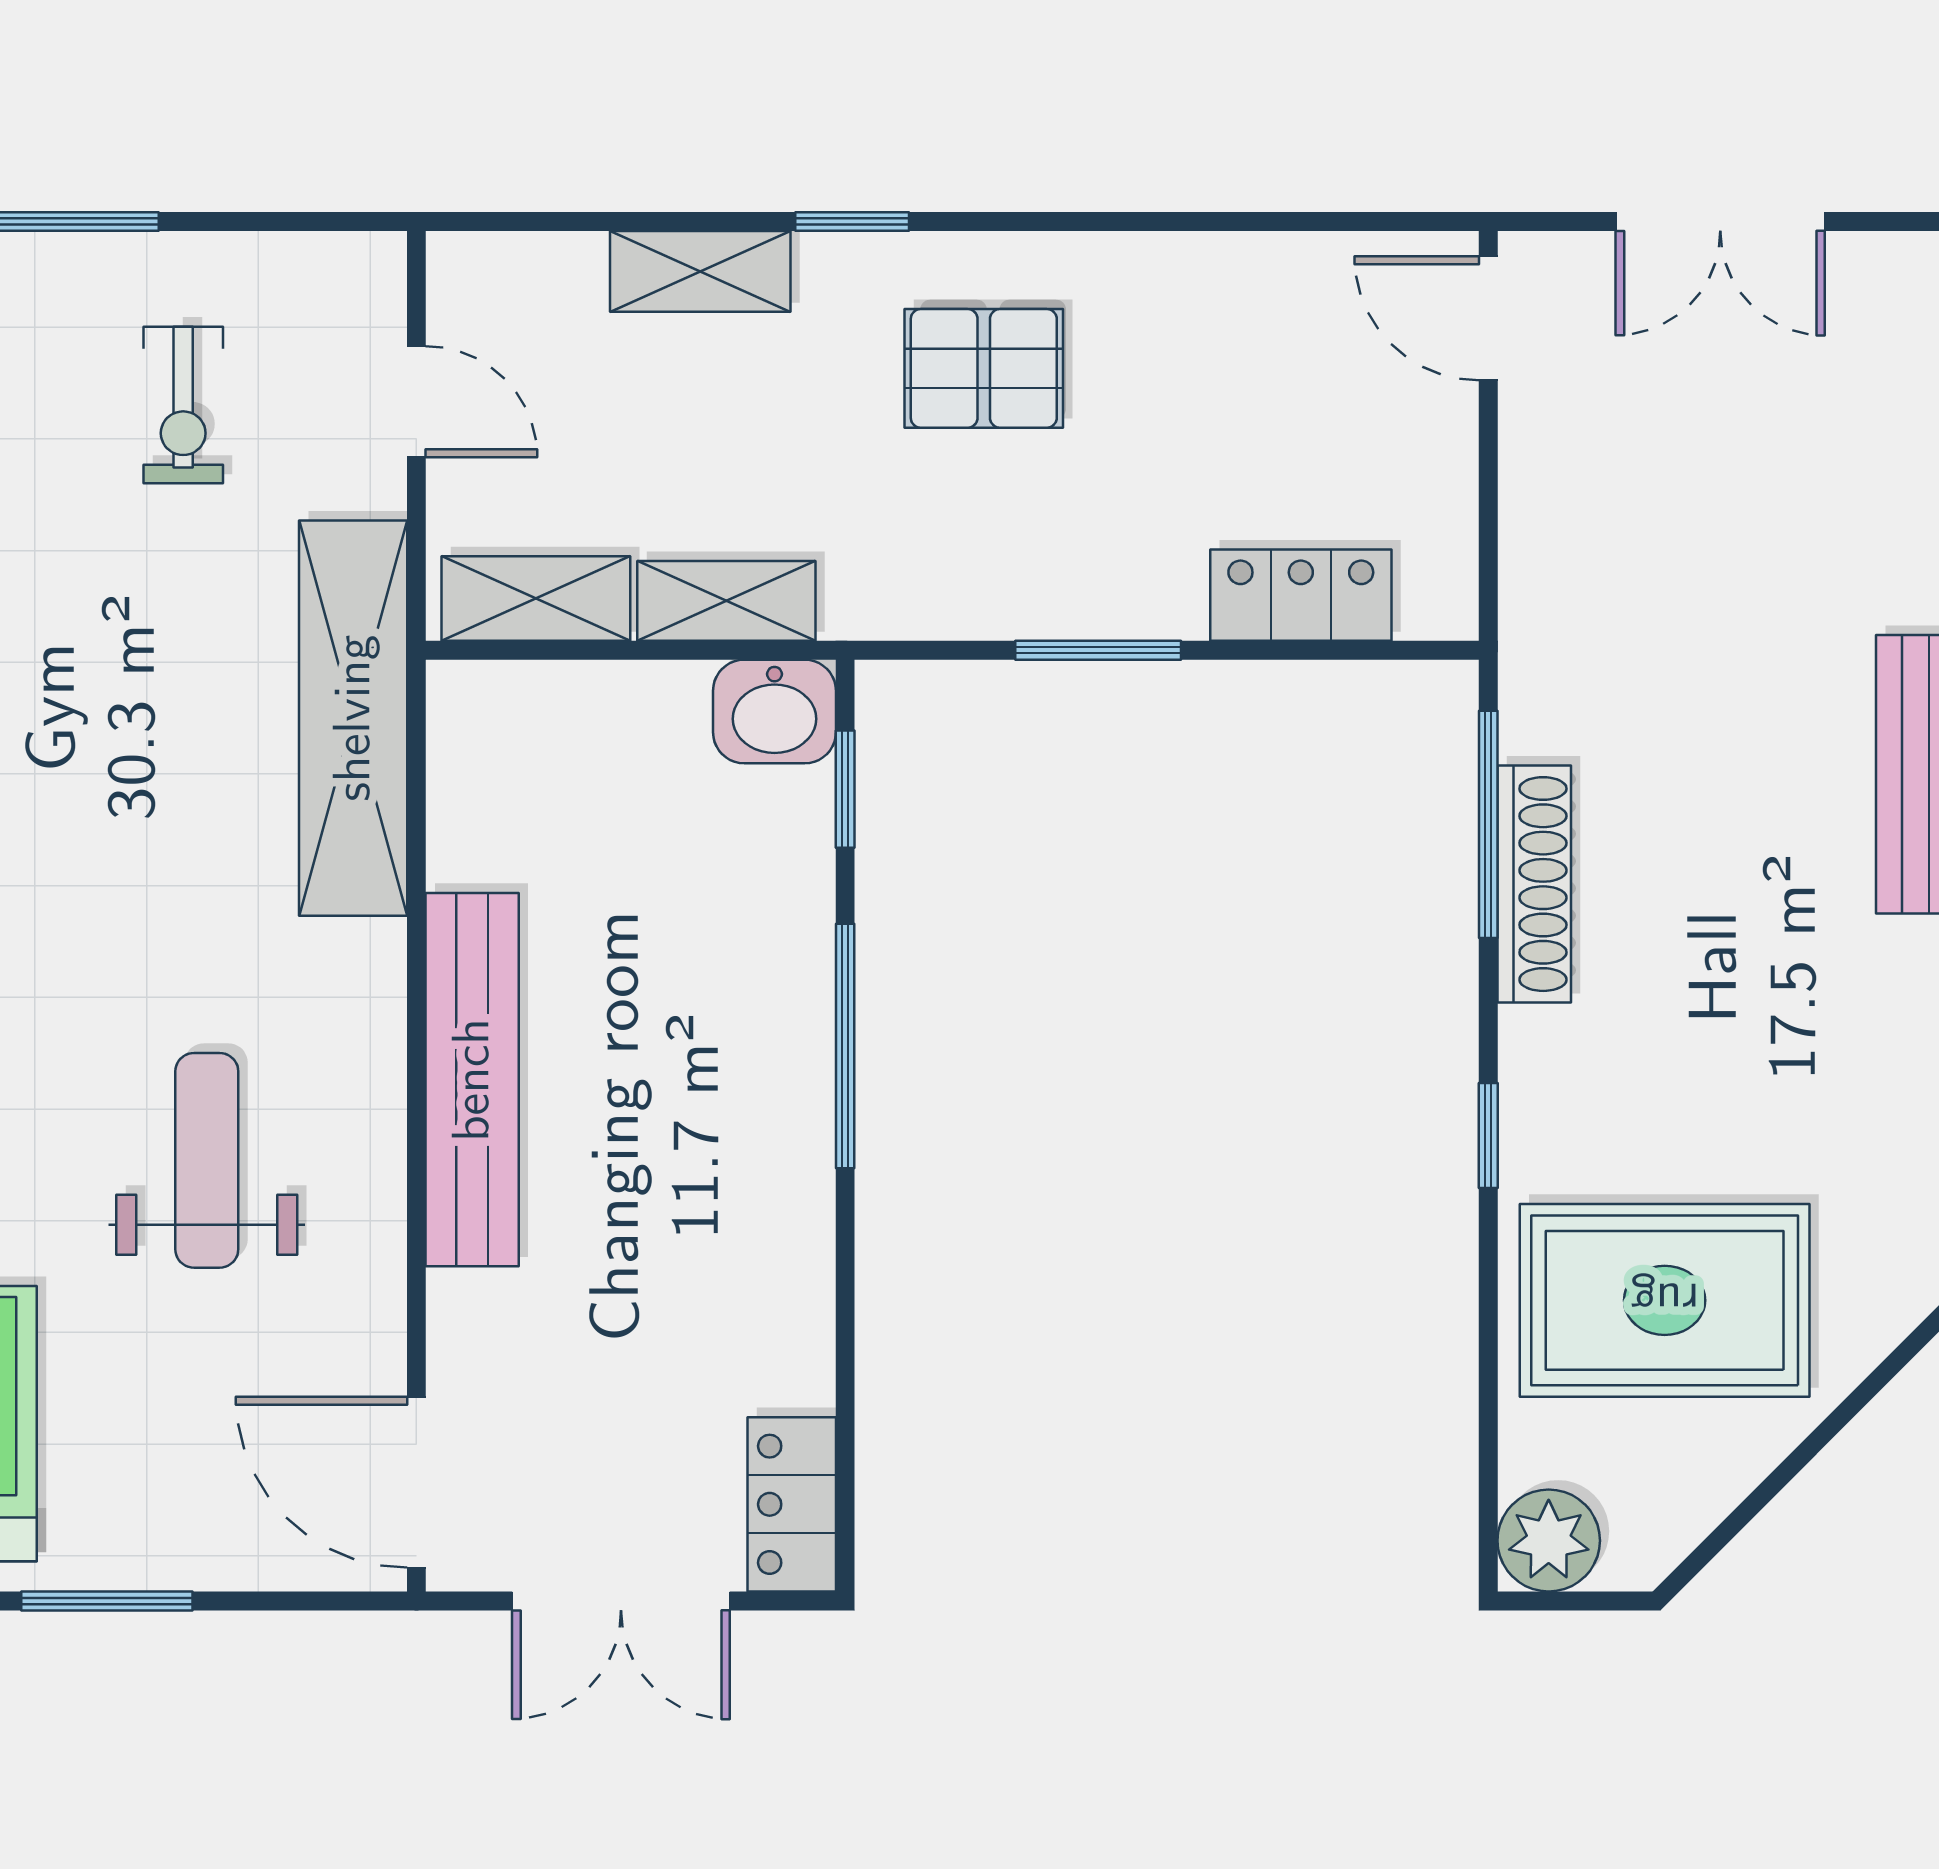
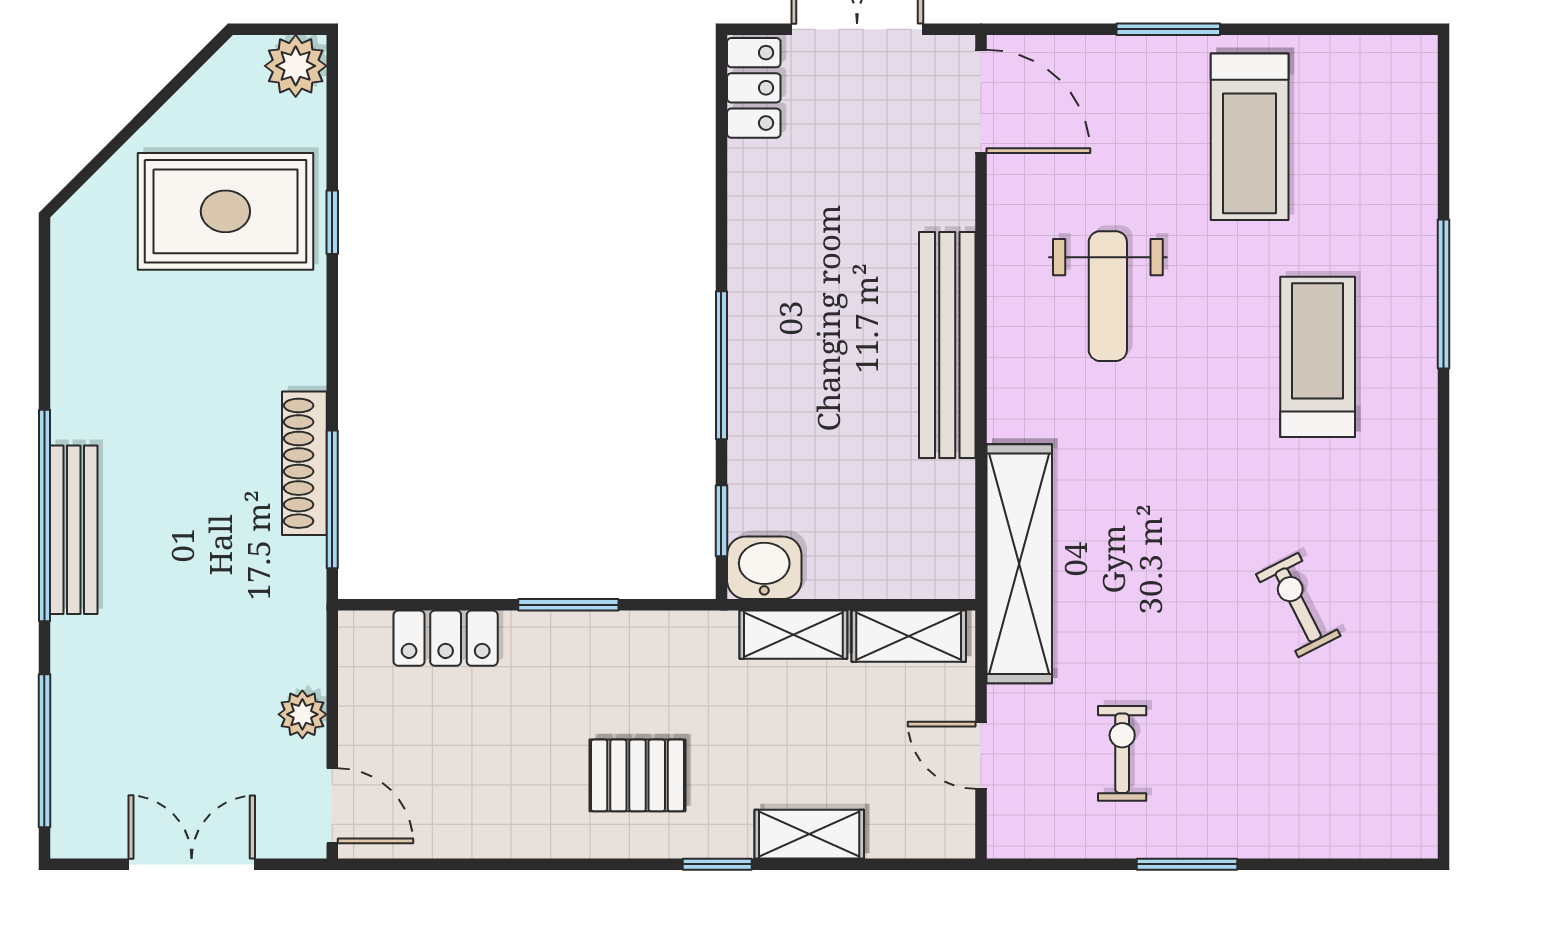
plant: (1537, 469) -> (302, 714), added
window: (1488, 1136) -> (332, 222), moved

